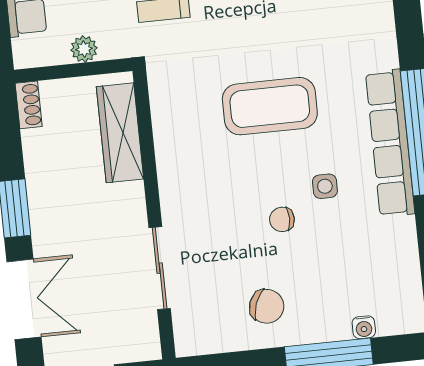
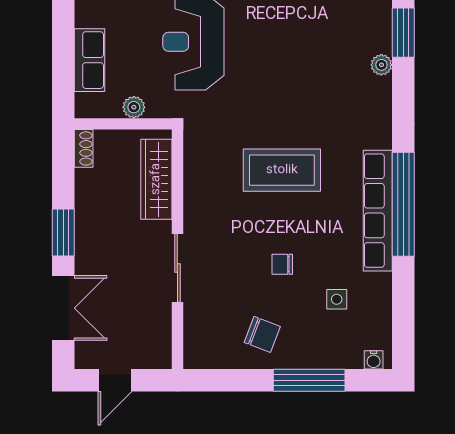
side table: (325, 186) -> (337, 299), moved
sliding door: (160, 268) -> (177, 268), moved
water cooler: (364, 327) -> (374, 360), moved

